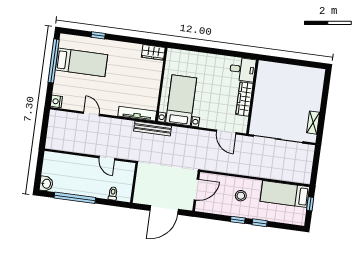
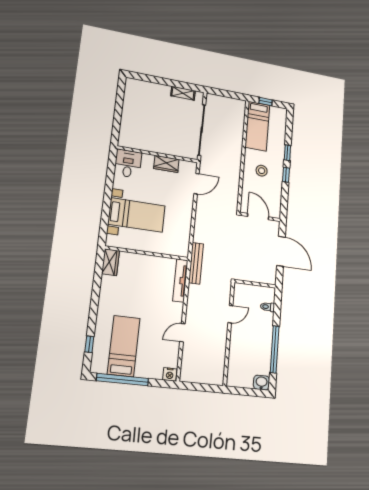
window: (98, 35) -> (89, 344), moved
wardrobe: (244, 99) -> (166, 164), width x0.67
bed with nightstands: (181, 100) -> (137, 215), moved, turned 180

